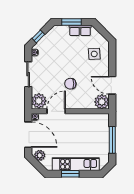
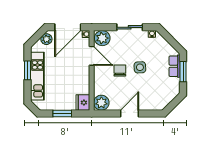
row of seats: (80, 30) -> (175, 66), moved
window: (38, 36) -> (168, 38), removed
side table: (94, 54) -> (140, 67), moved
door: (112, 85) -> (129, 113), moved
fridge: (102, 120) -> (83, 103), added
window: (112, 140) -> (62, 113), width x0.69

